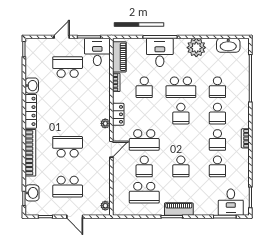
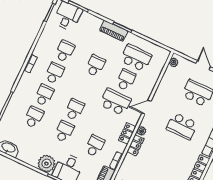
plant: (196, 48) -> (47, 164), moved
school desk: (181, 87) -> (64, 131), width x0.54
locker: (104, 107) -> (135, 145), added

